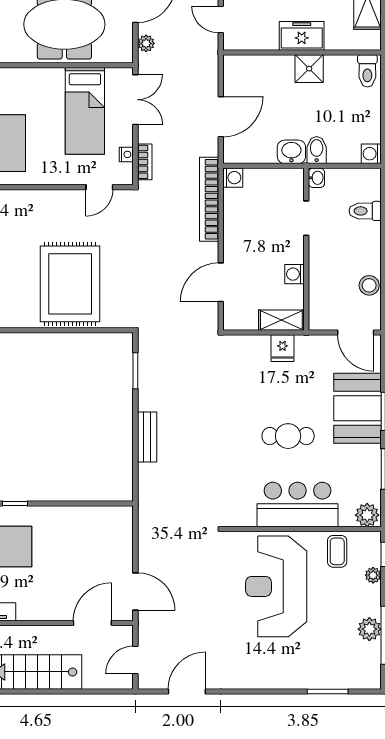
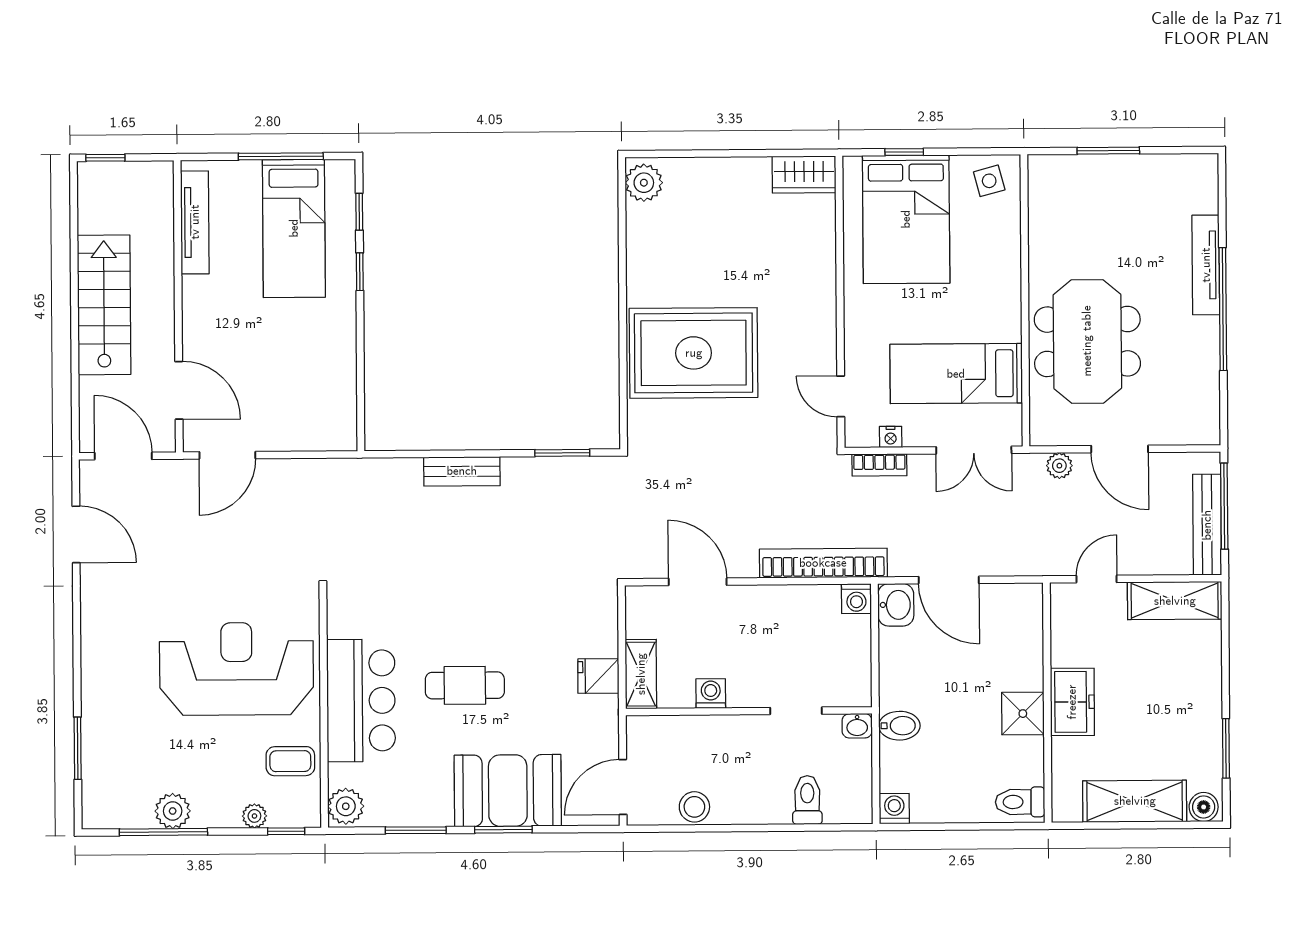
washbasin: (291, 152) -> (896, 605), moved
cafe table: (288, 436) -> (465, 685), turned 90
door: (135, 660) -> (123, 456), width x1.38

